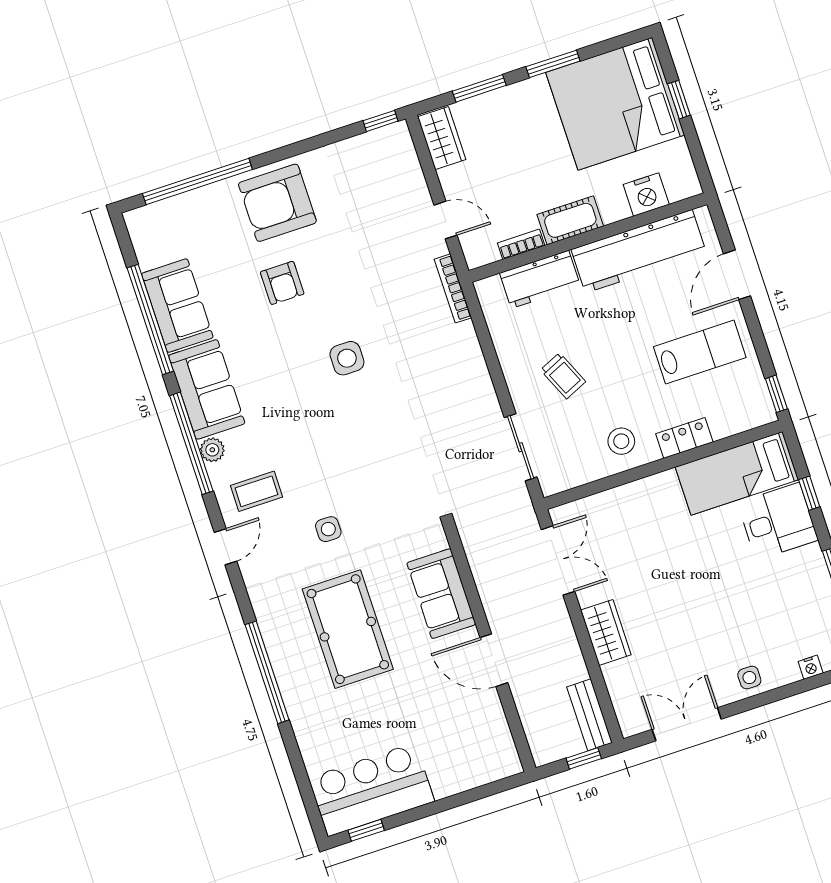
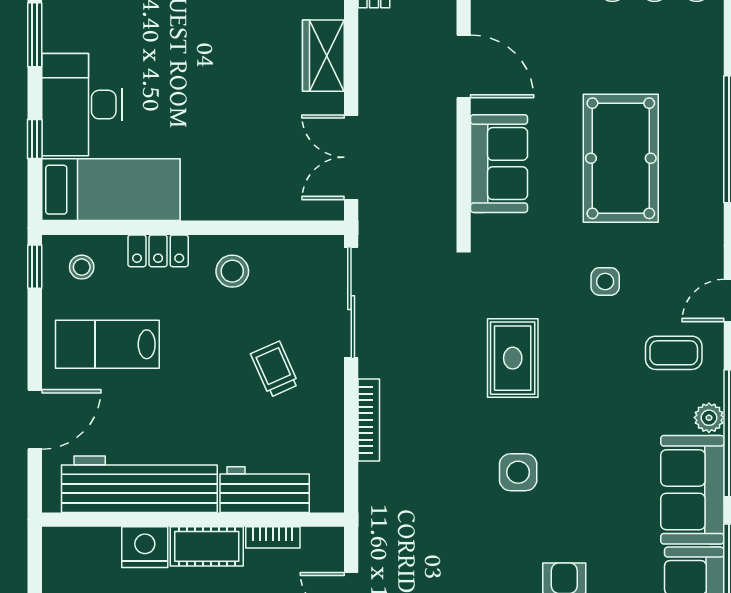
nightstand: (646, 195) -> (145, 547), moved
bookcase: (453, 288) -> (369, 420), moved
stool: (740, 406) -> (82, 267), added
rug: (381, 446) -> (513, 358), added
sliding door: (521, 447) -> (351, 303), width x1.37
desk: (778, 521) -> (82, 105), width x1.37

